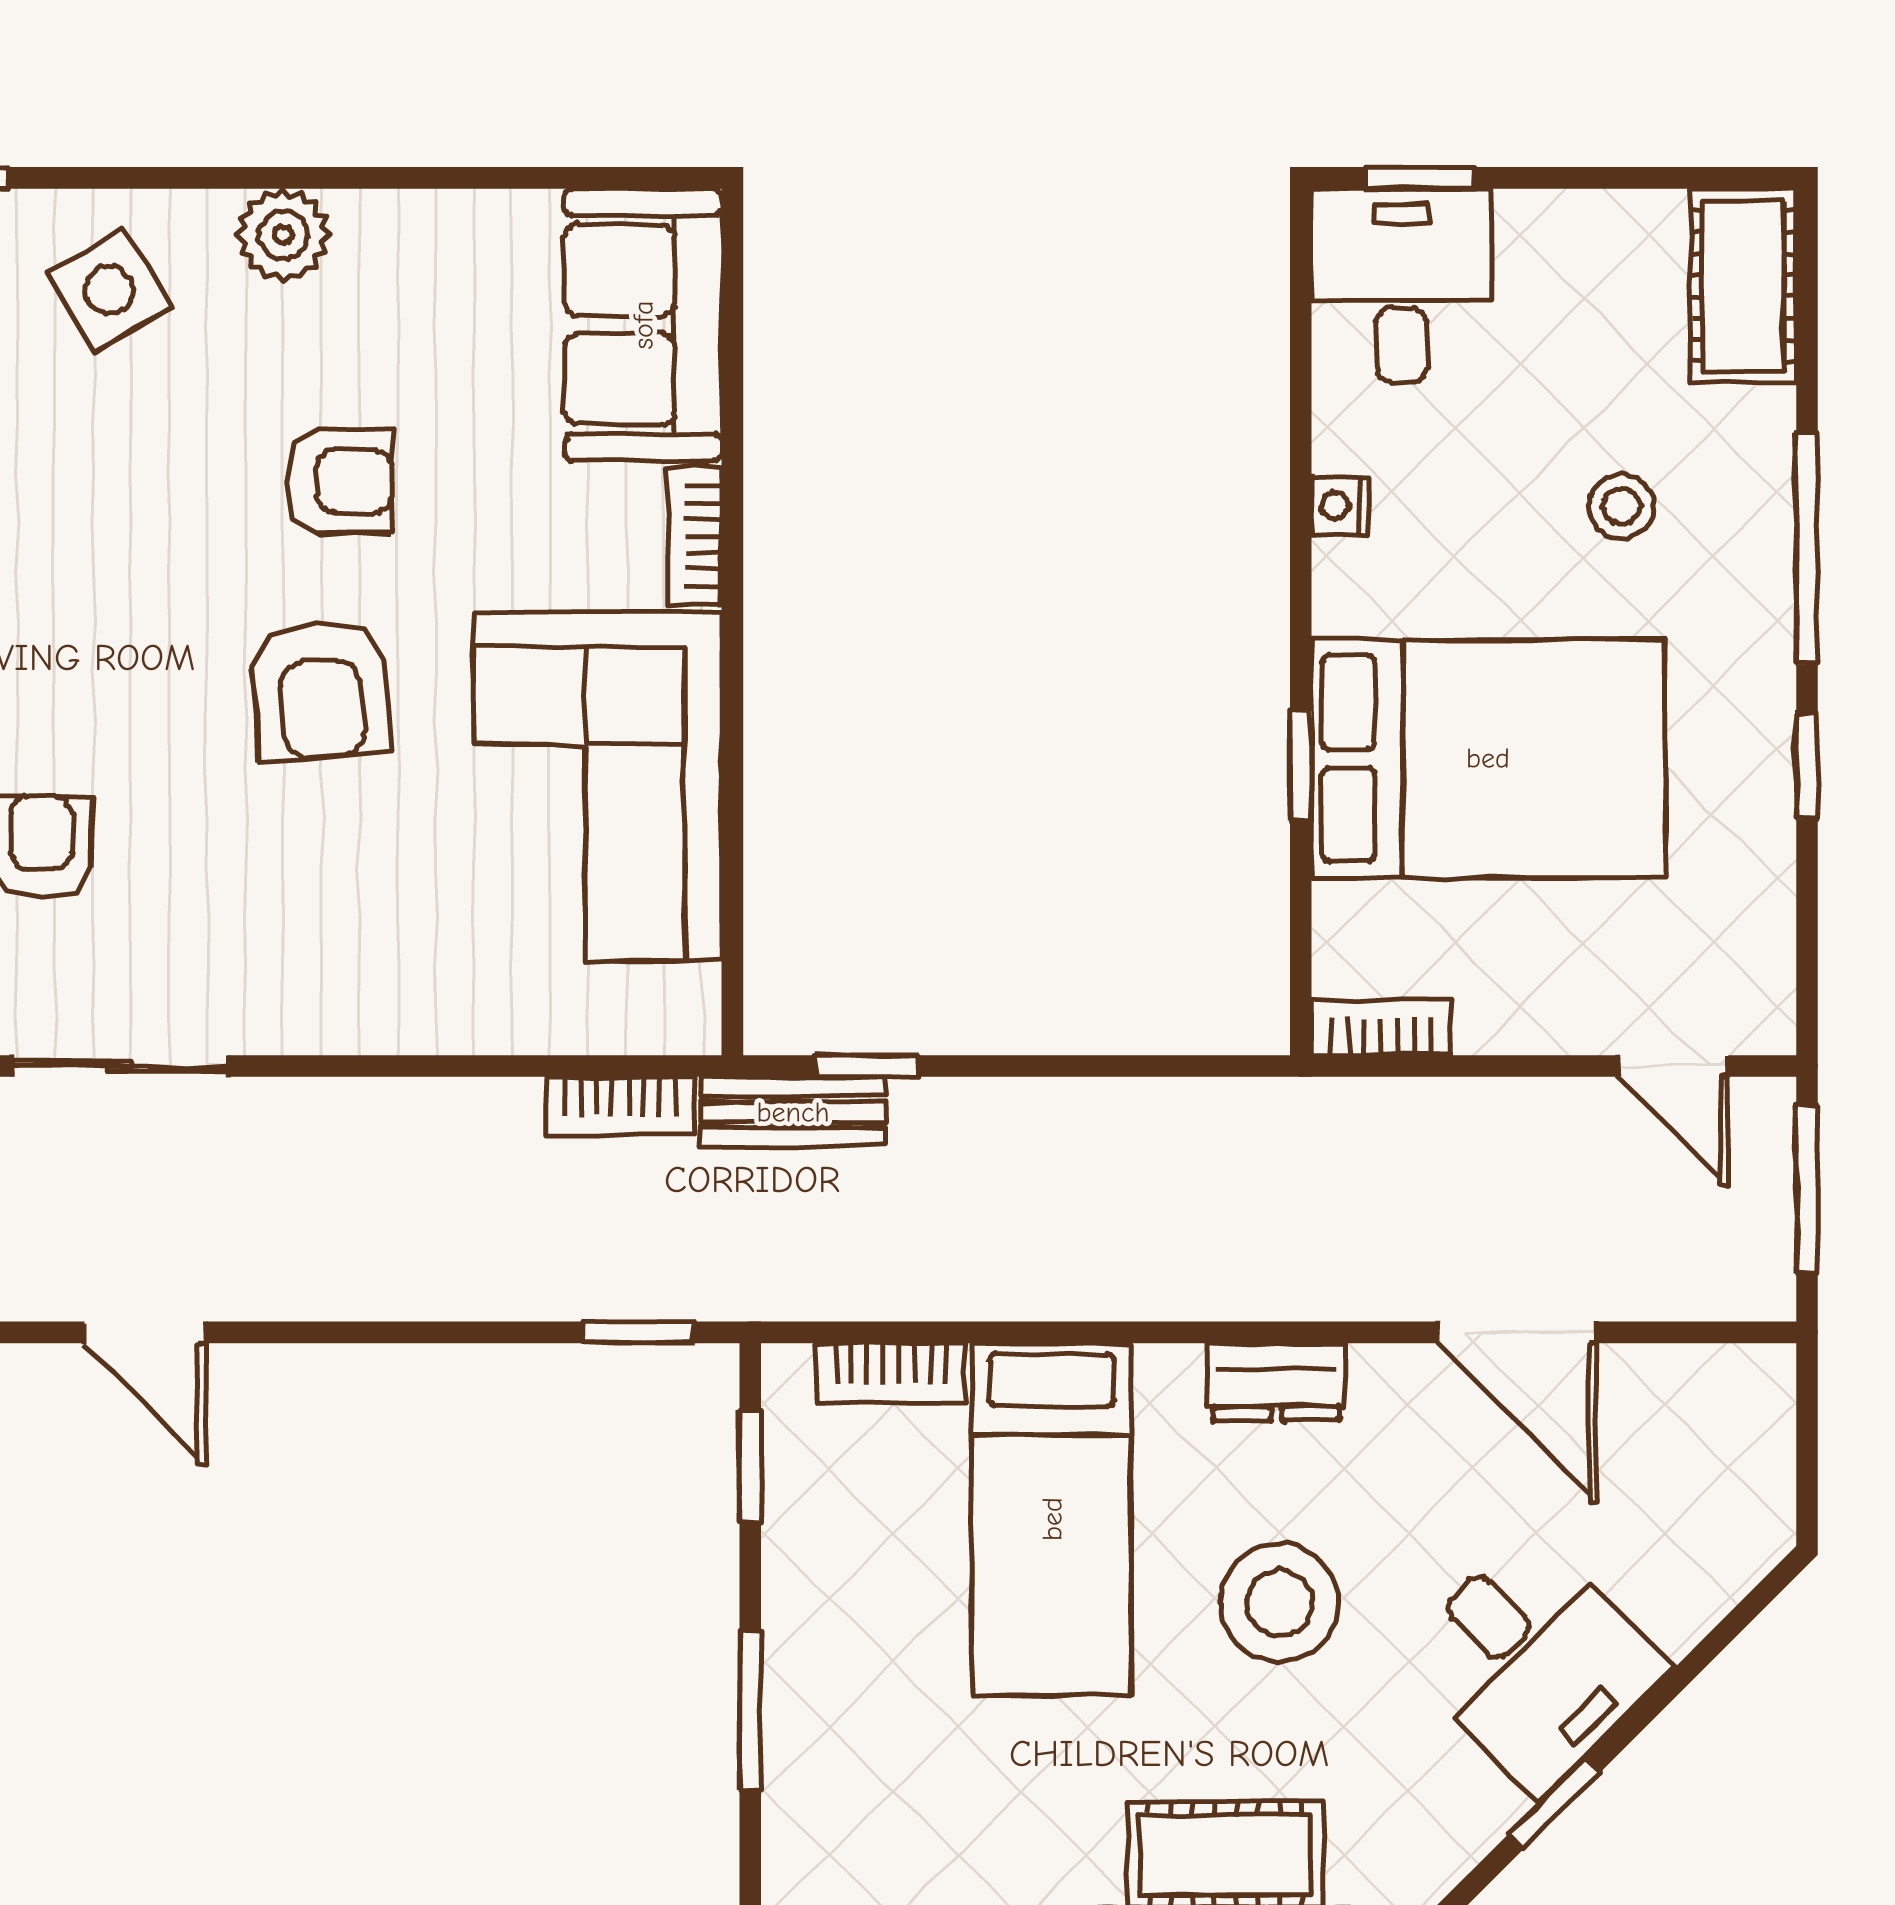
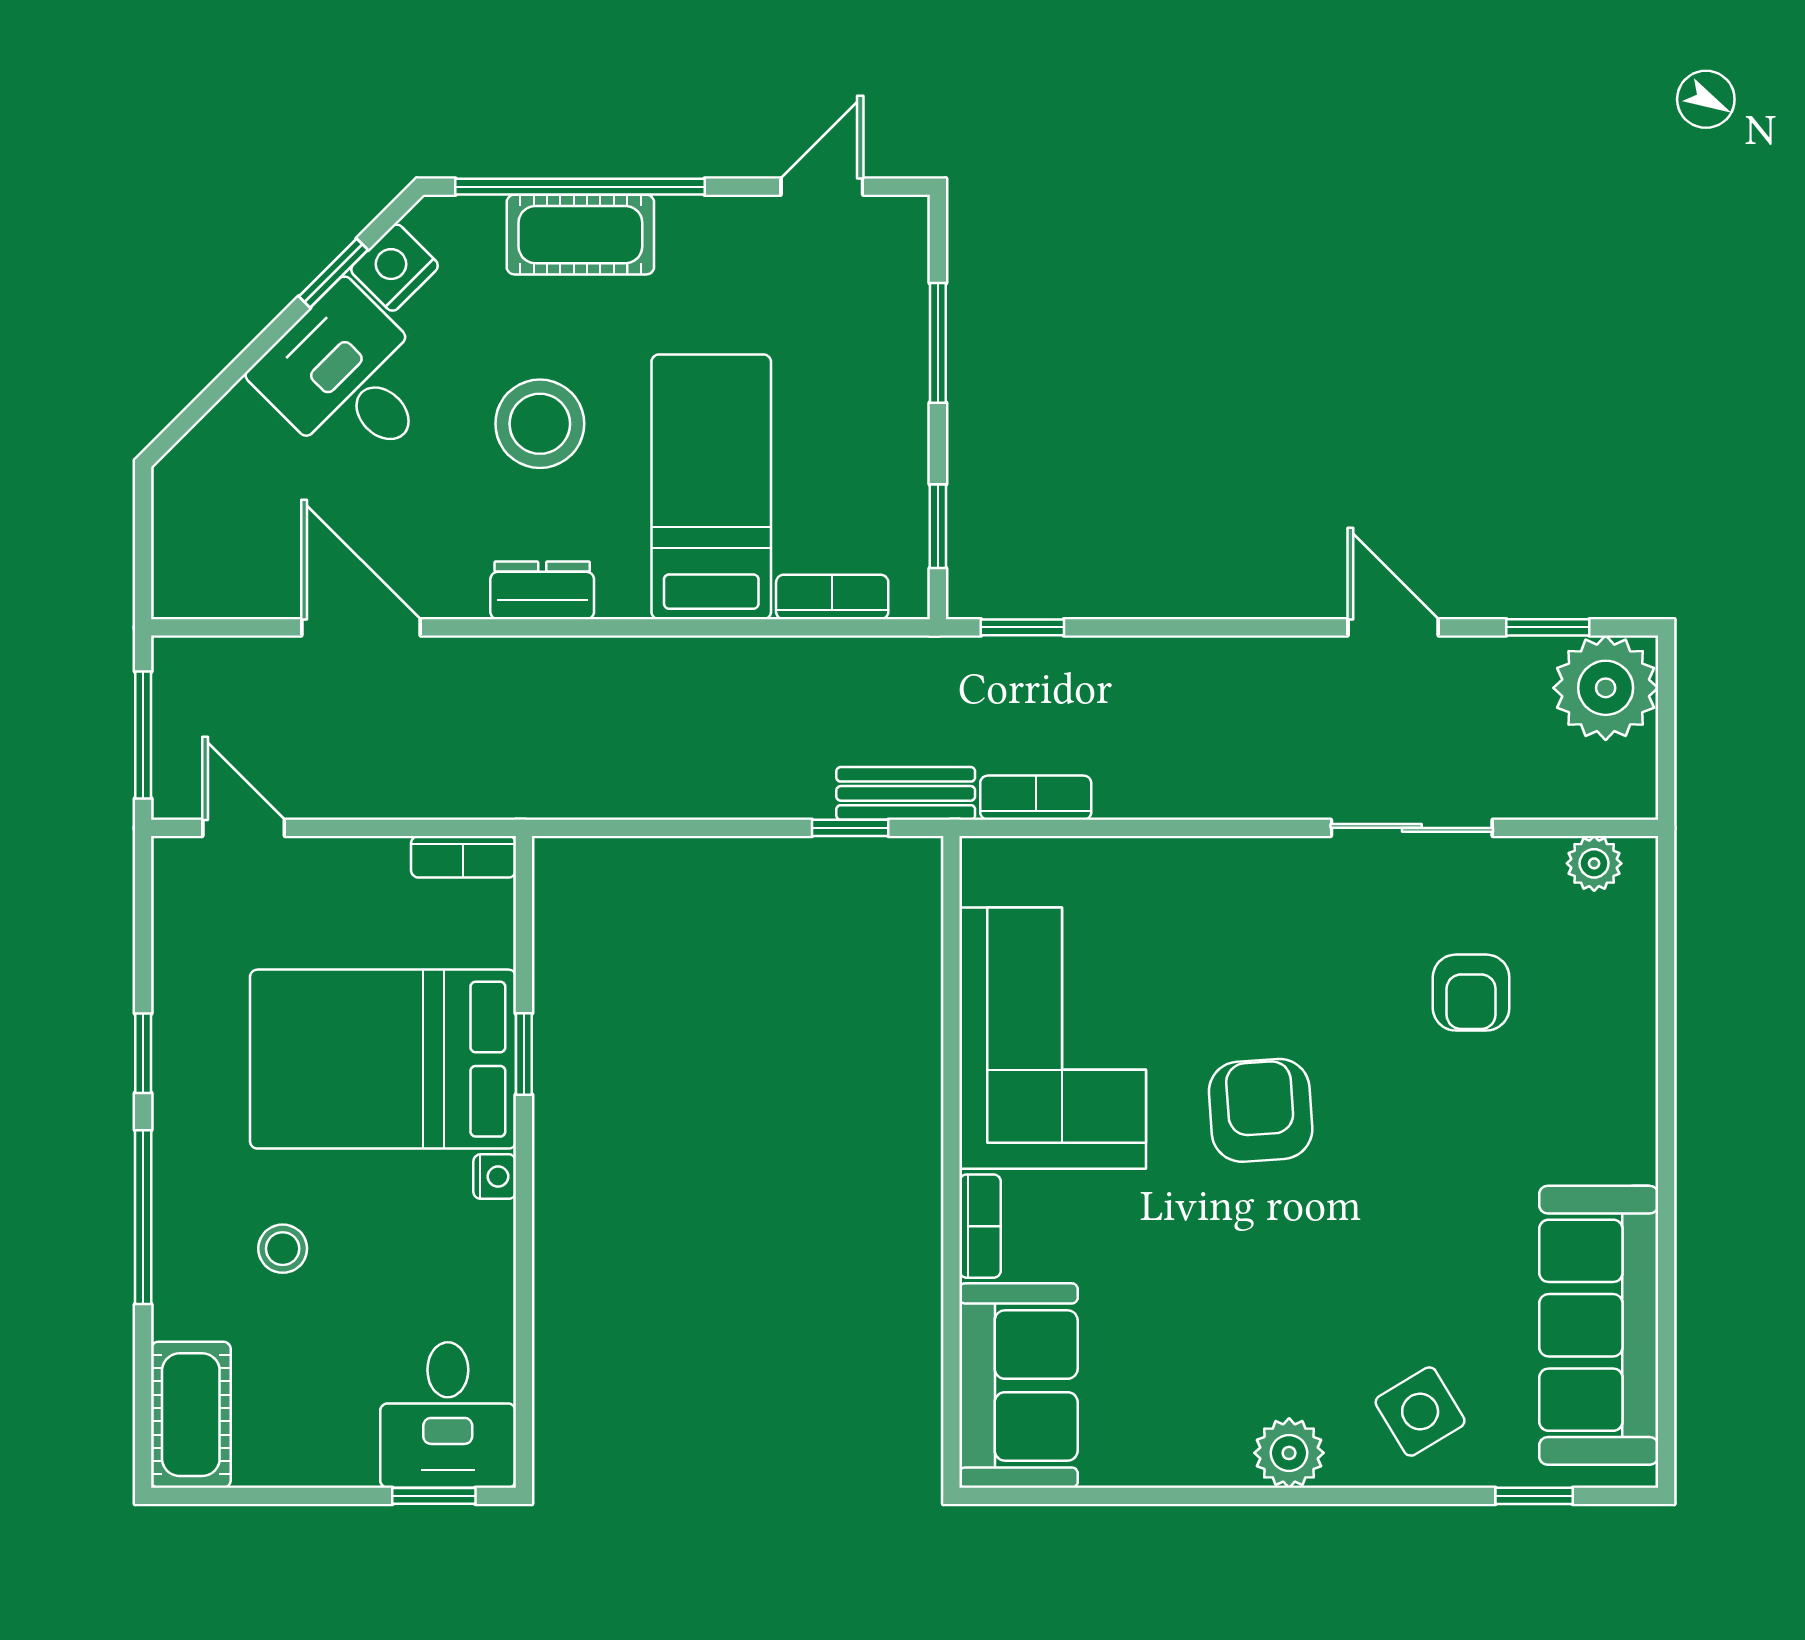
armchair: (339, 481) -> (1247, 1268), removed
nightstand: (1340, 505) -> (495, 1177), moved
nightstand: (1473, 1811) -> (395, 268), added

